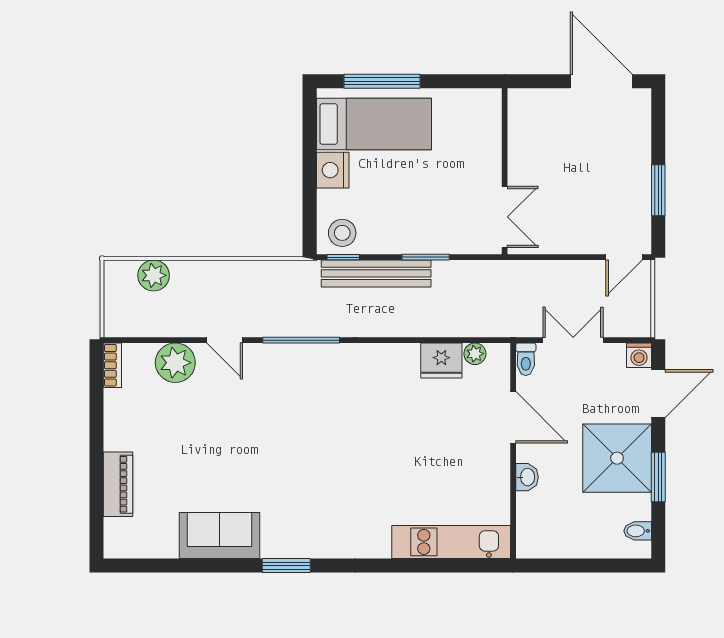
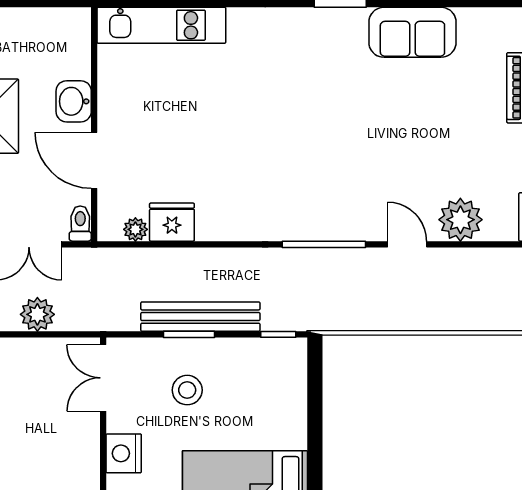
nightstand: (333, 170) -> (124, 453), moved, turned 180
stool: (342, 233) -> (187, 390), moved
bench: (376, 273) -> (200, 317), moved
plant: (154, 275) -> (37, 314), moved
washbasin: (527, 477) -> (74, 101), width x1.38, depth x1.45

